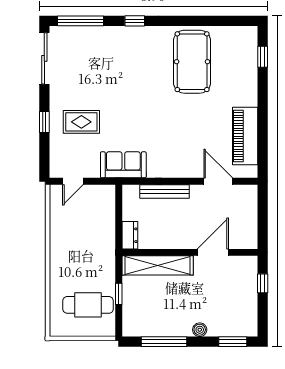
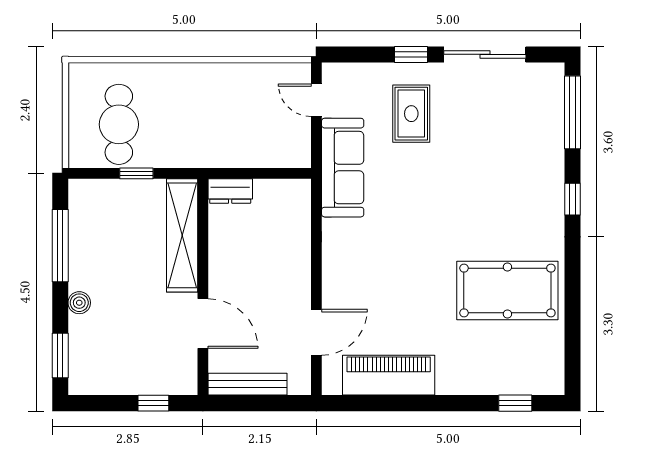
sliding door: (44, 58) -> (485, 54), moved
sofa: (123, 165) -> (343, 168), width x1.36
bench: (164, 191) -> (247, 384), moved, turned 90

